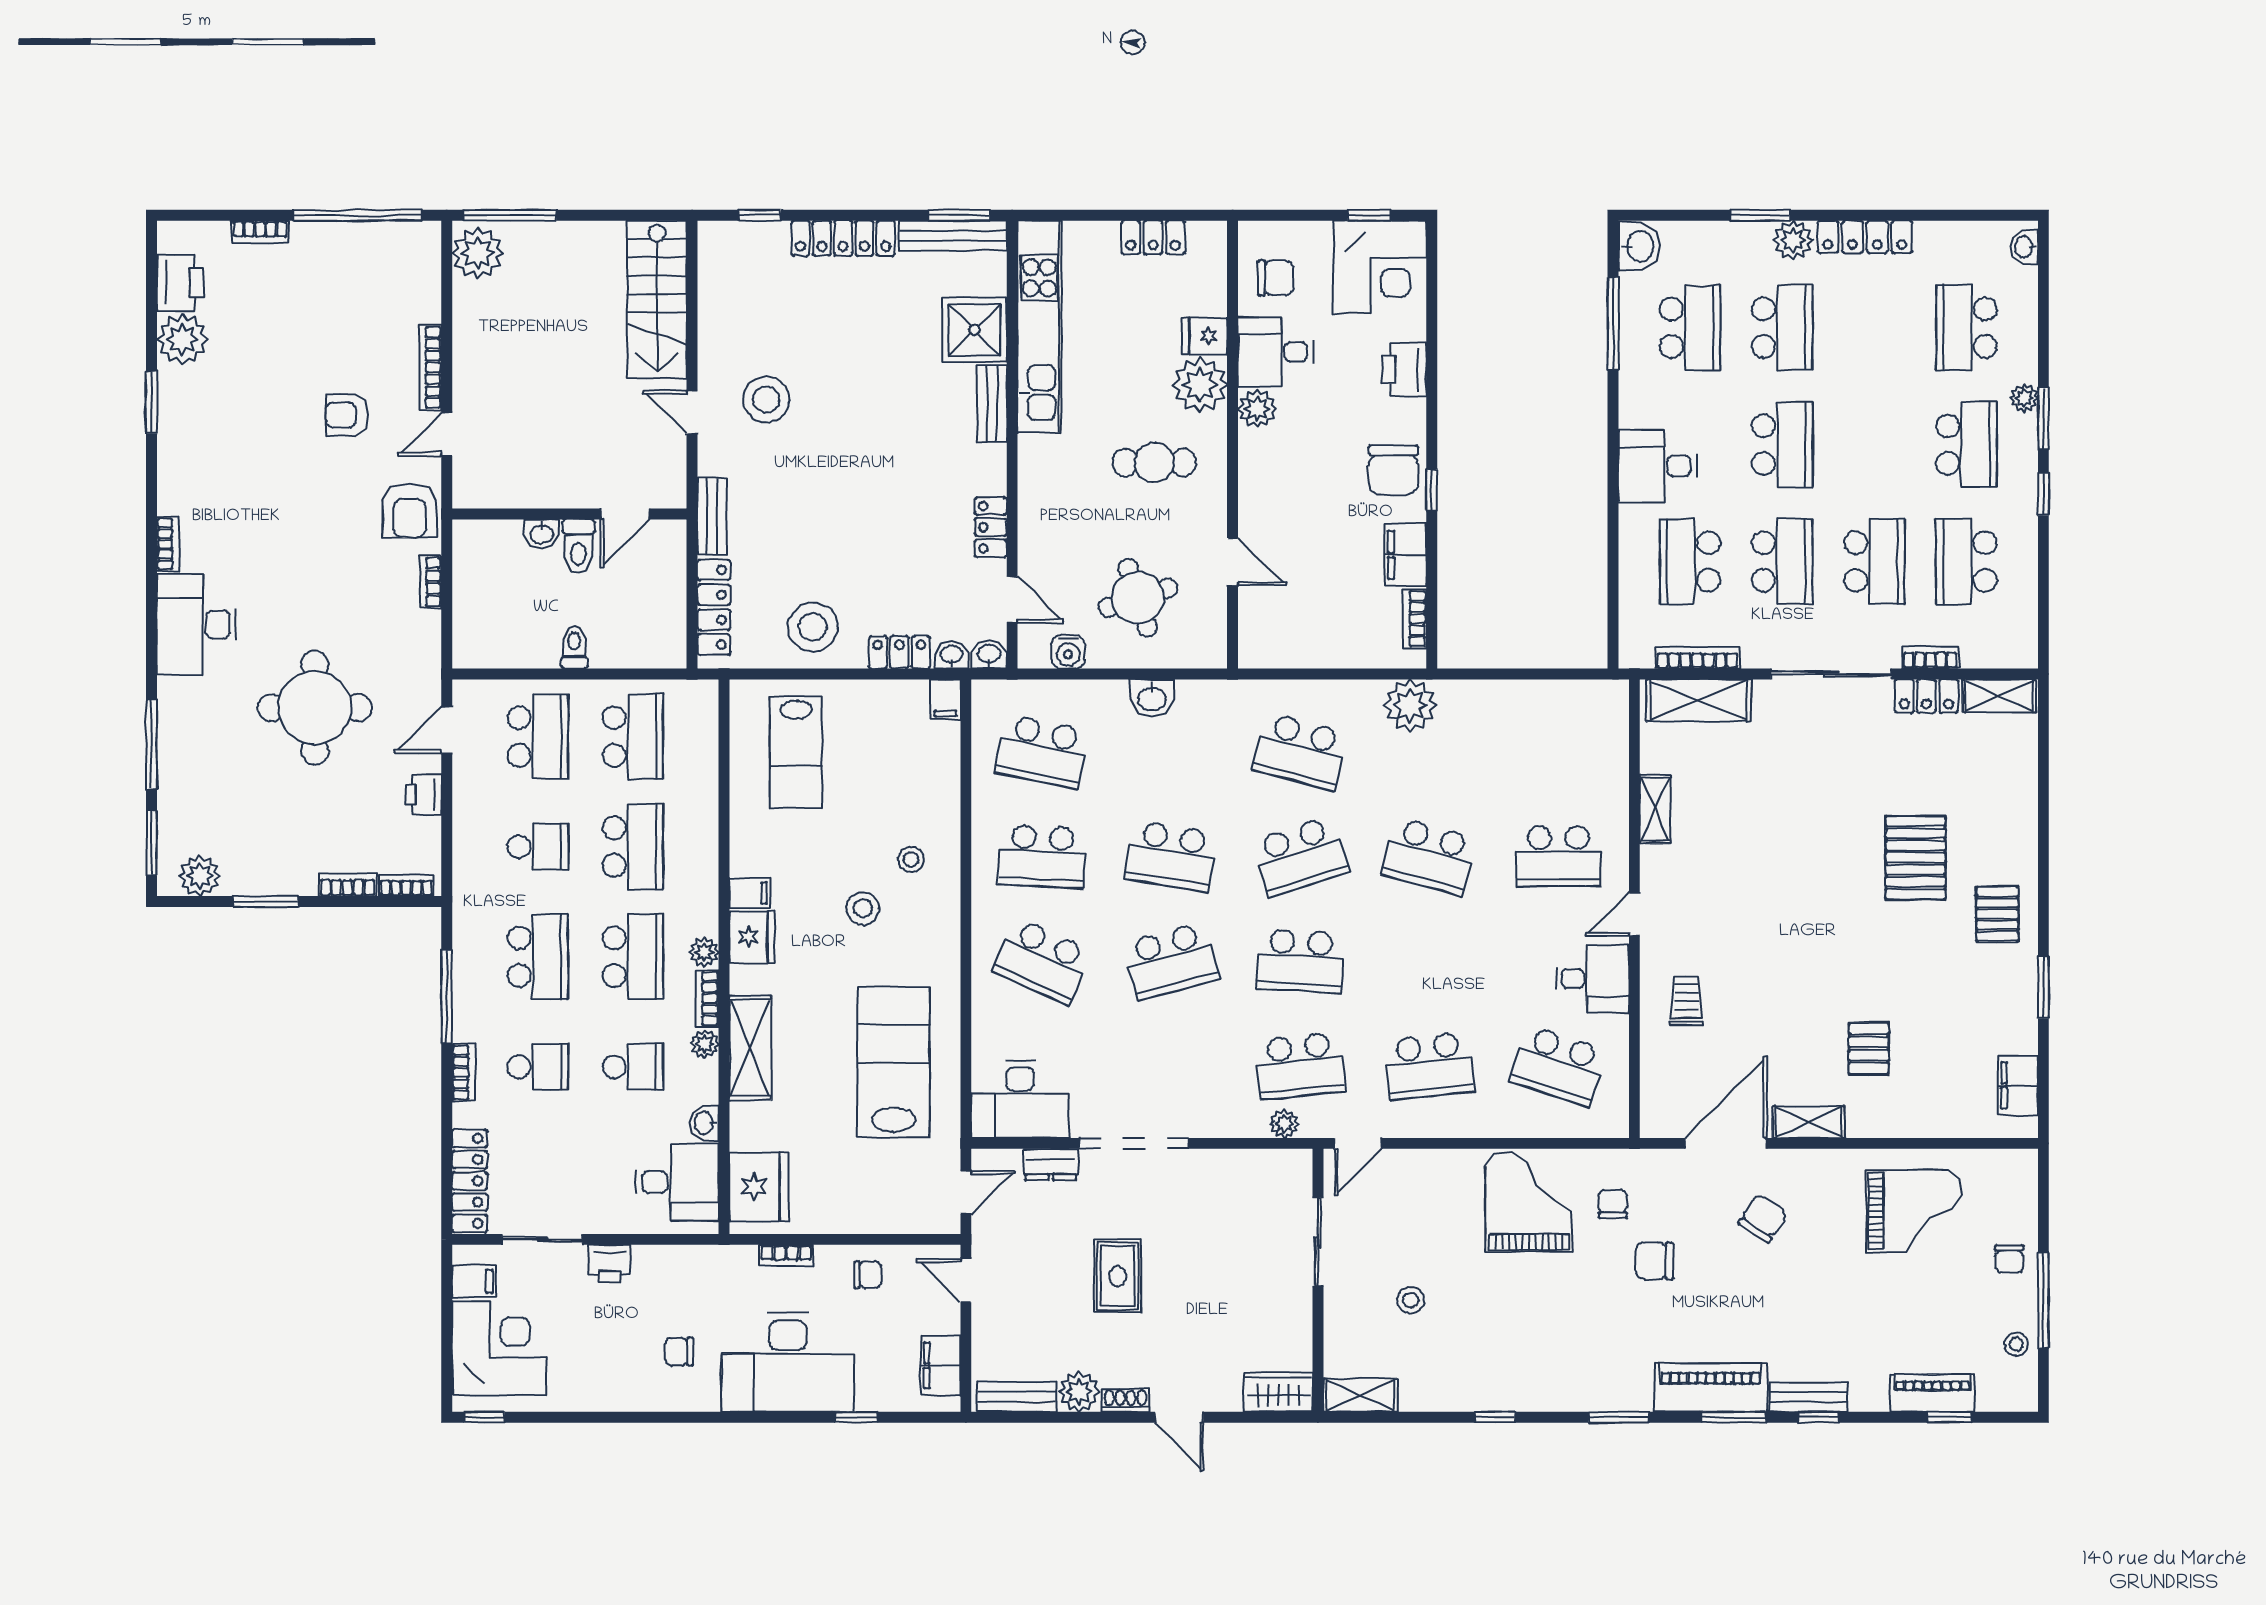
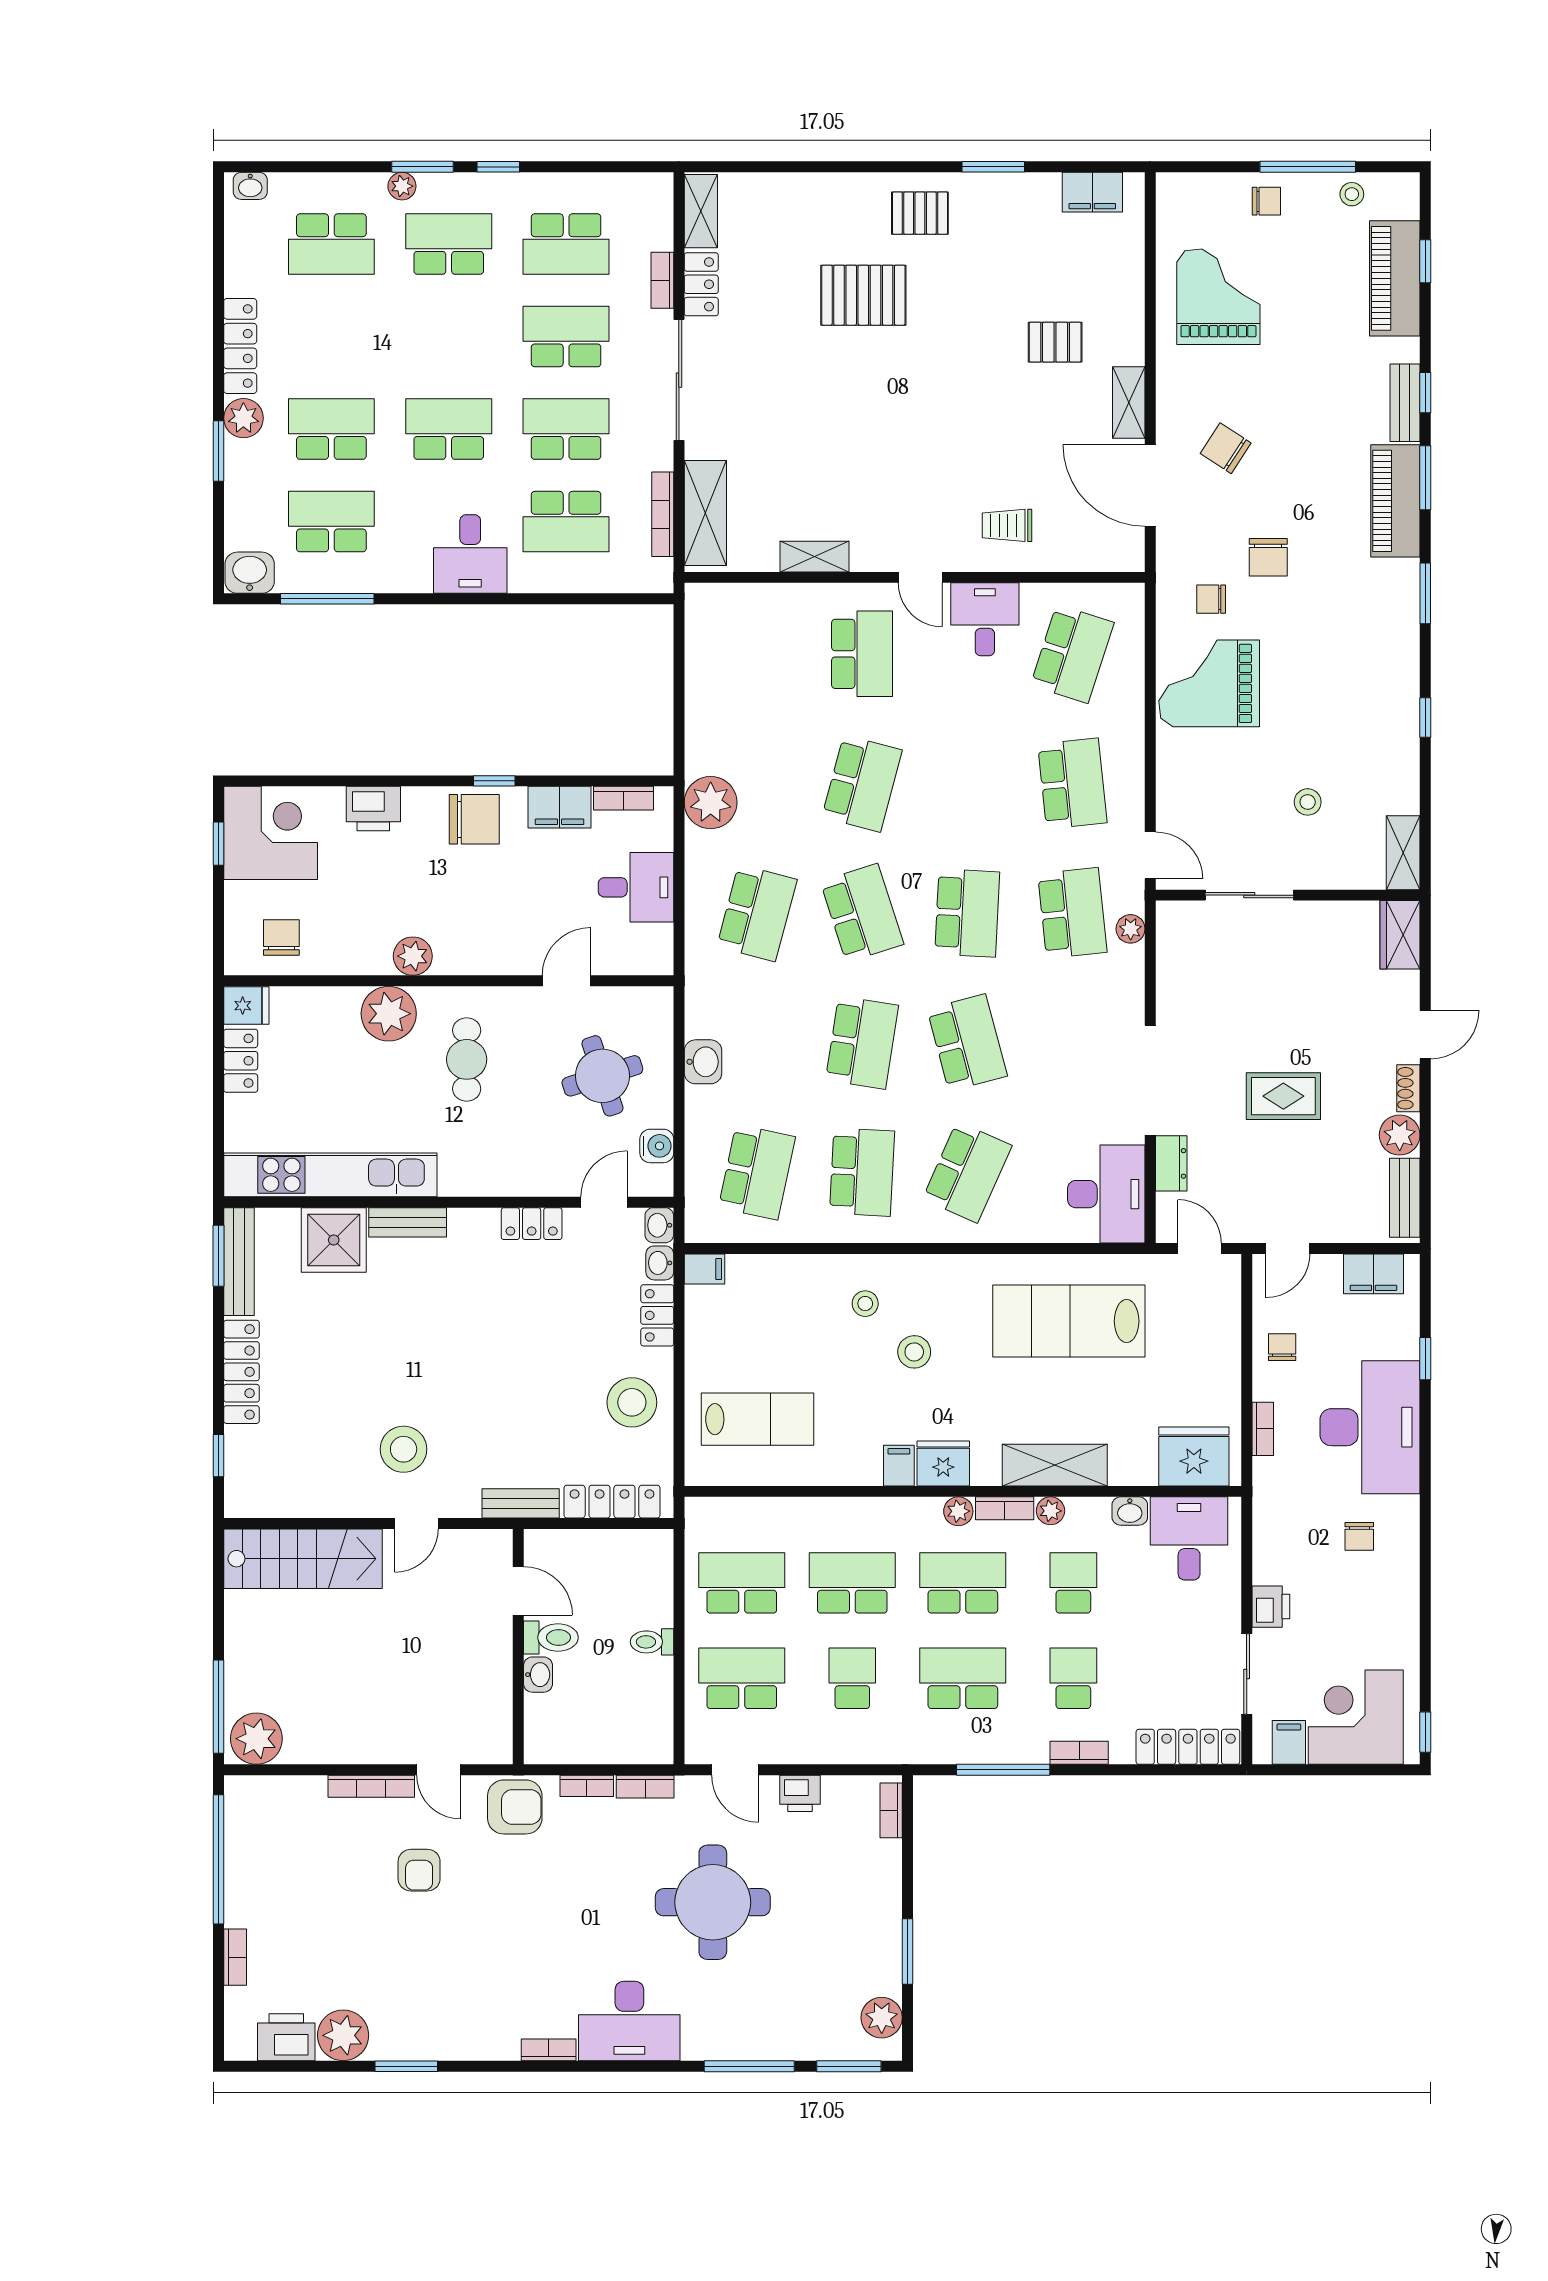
fridge: (1205, 336) -> (246, 1006), moved, turned -90
desk: (1275, 352) -> (636, 887), moved, turned -90
bookcase: (347, 885) -> (645, 1787), moved, turned -90
piano: (1932, 1393) -> (1395, 278), width x1.37, depth x1.33

